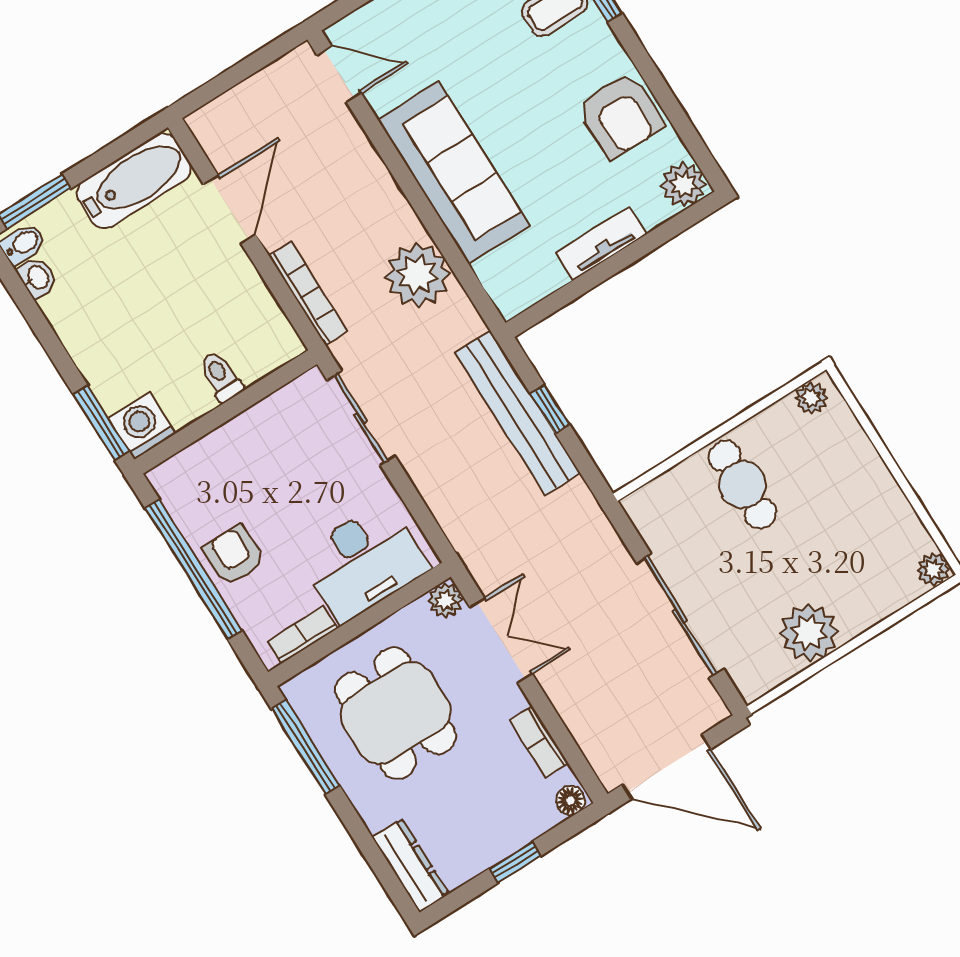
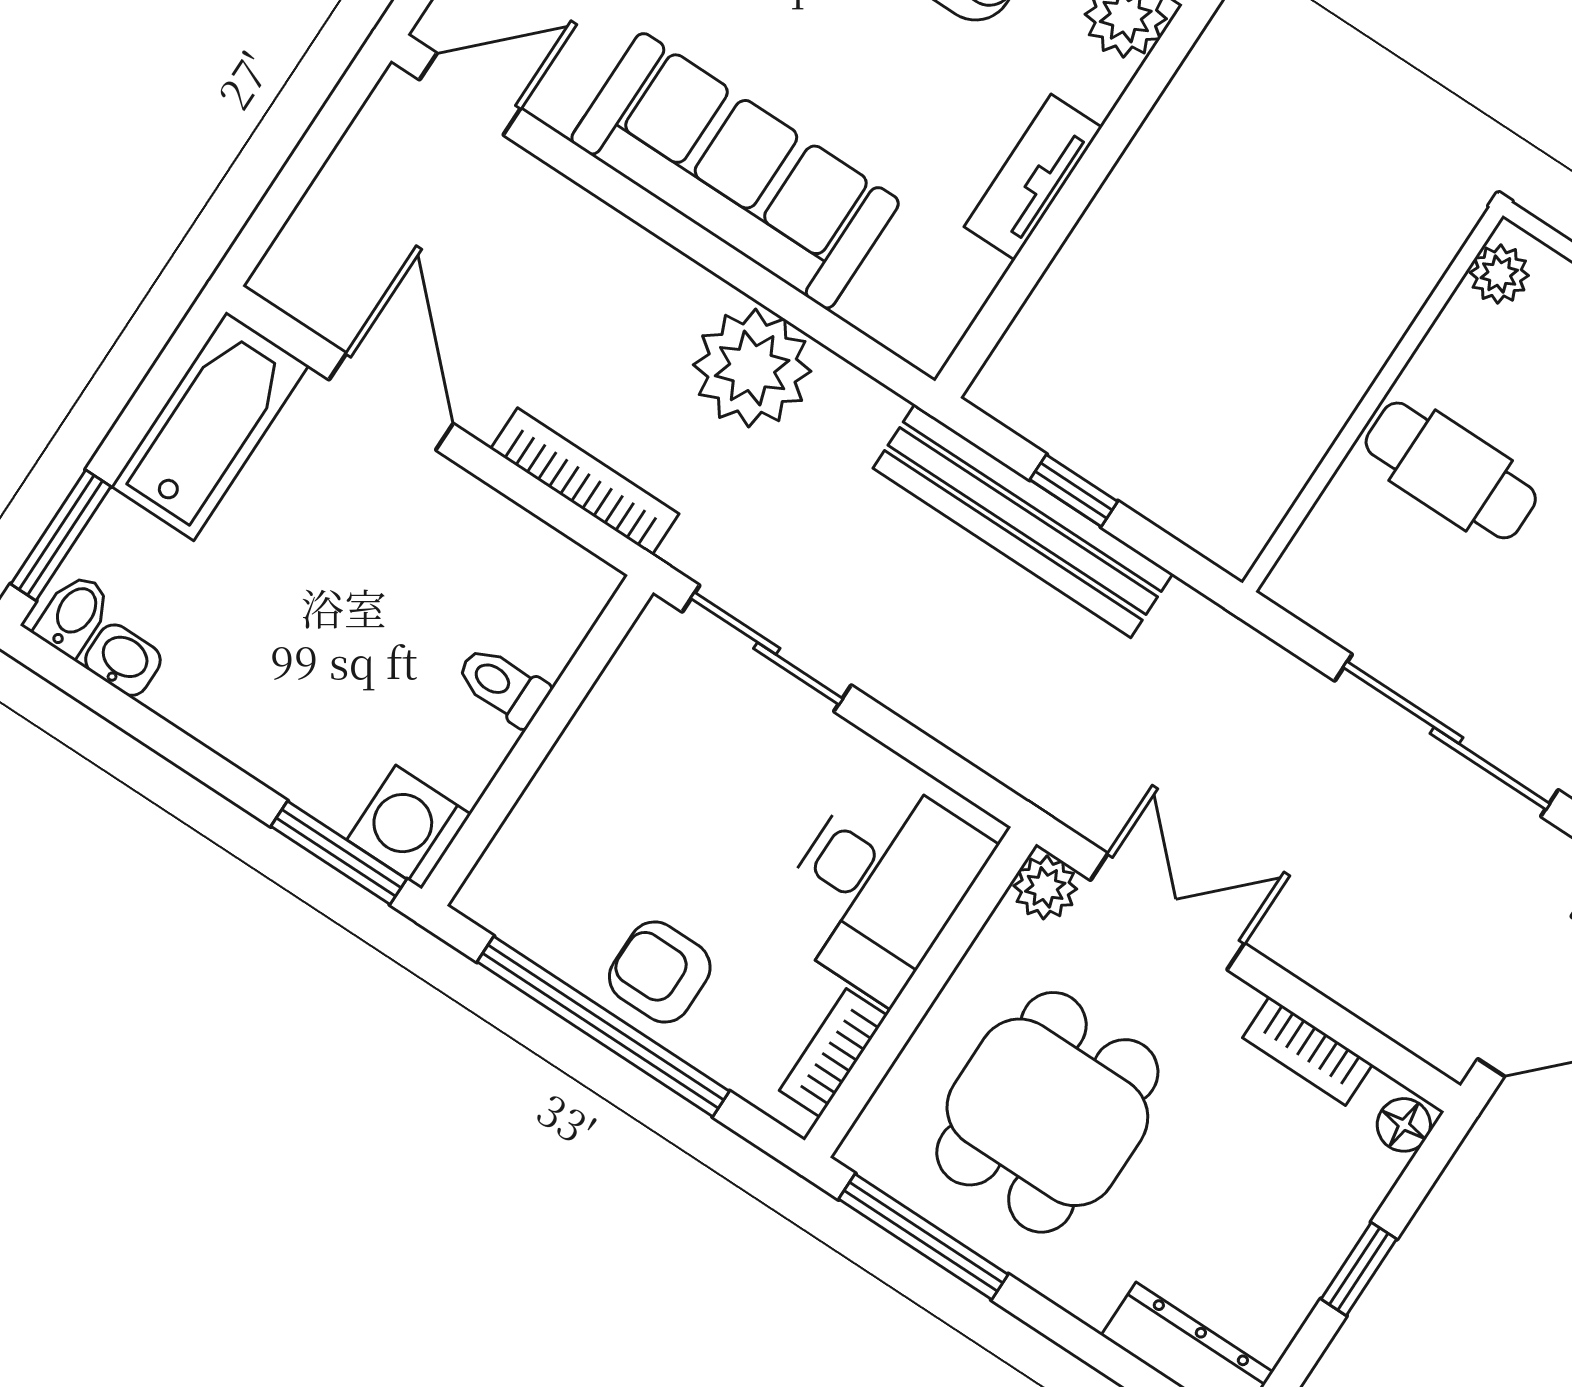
dining table: (396, 713) -> (1047, 1112), turned 90

